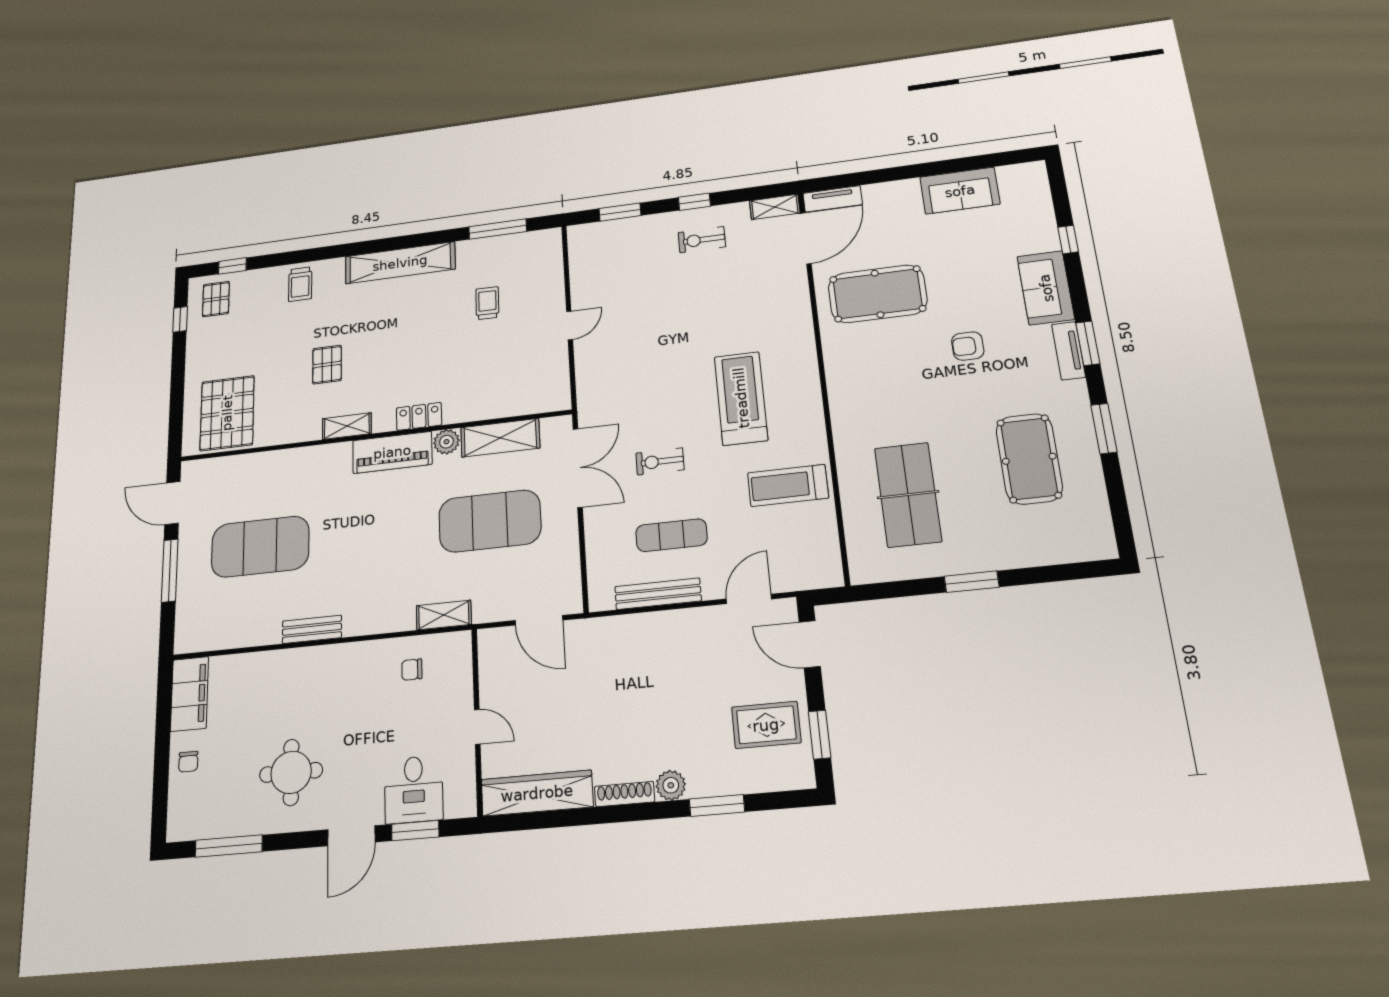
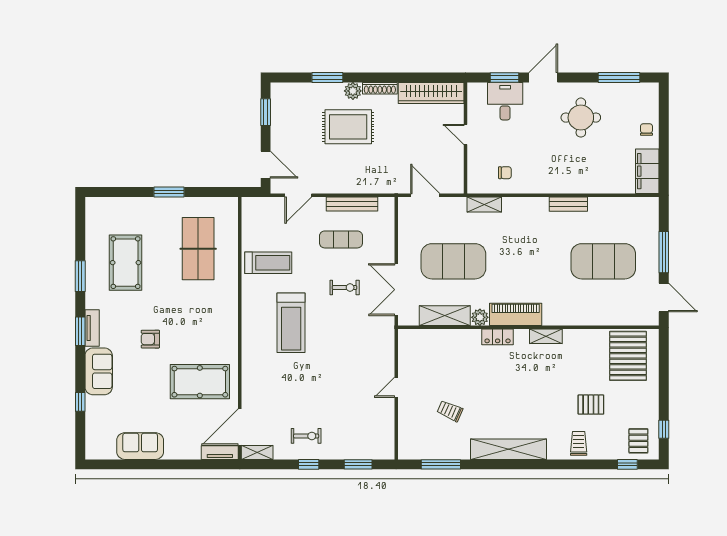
trolley: (487, 303) -> (450, 411), turned 113
armchair: (968, 346) -> (150, 339), turned 180
pallet: (327, 365) -> (591, 405), moved, turned 90
rug: (766, 725) -> (348, 127), moved, width x1.36, depth x1.43

